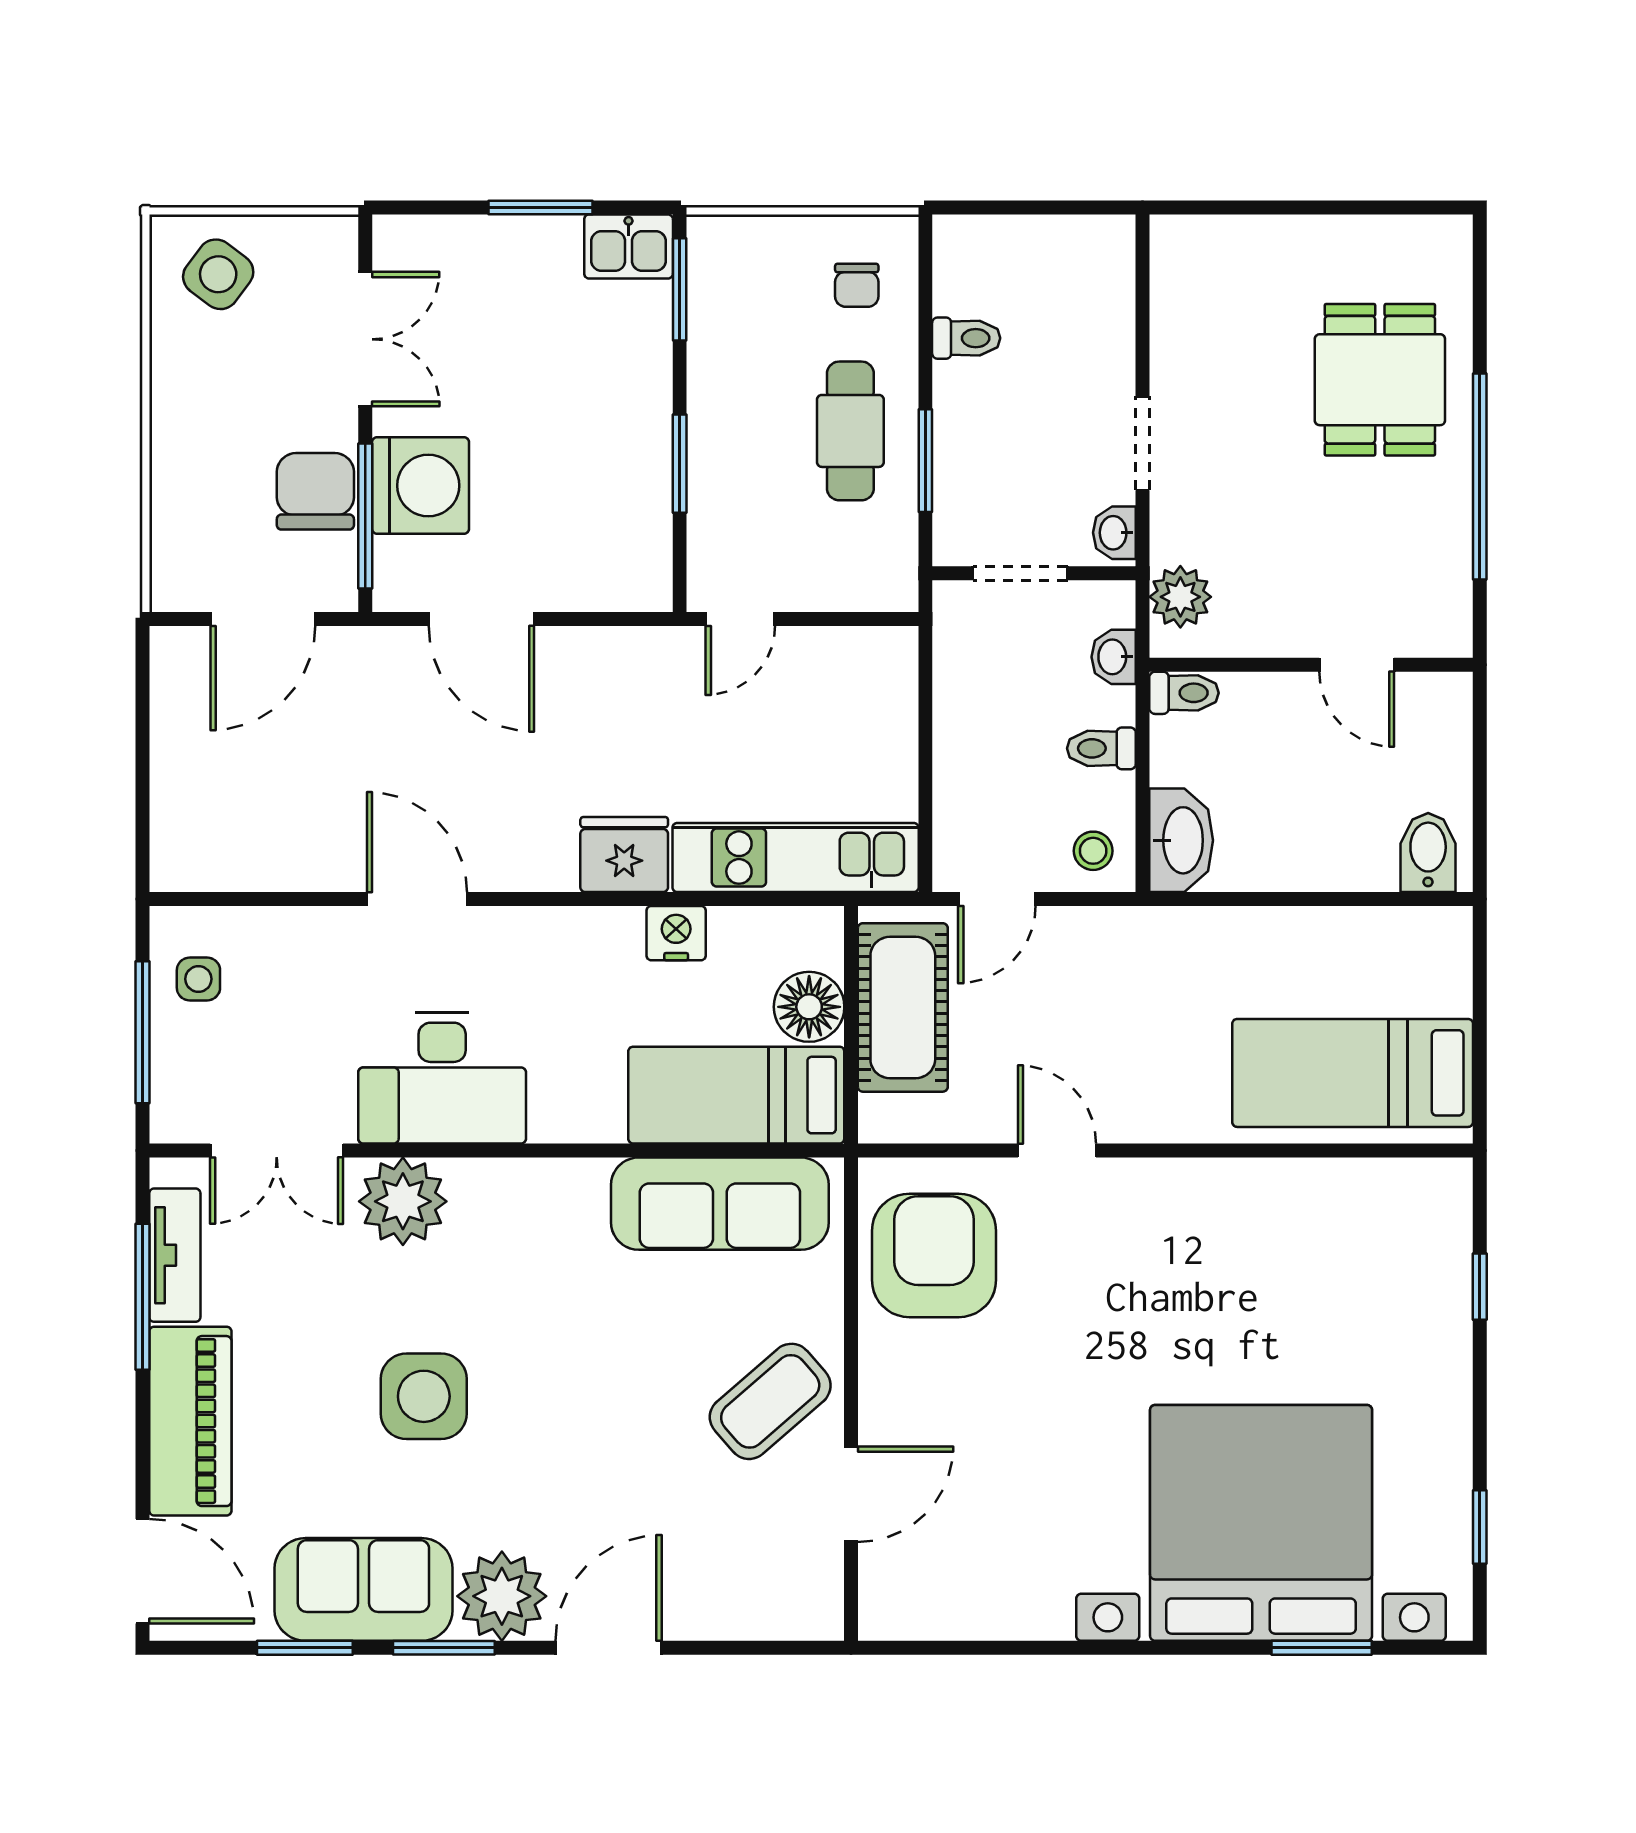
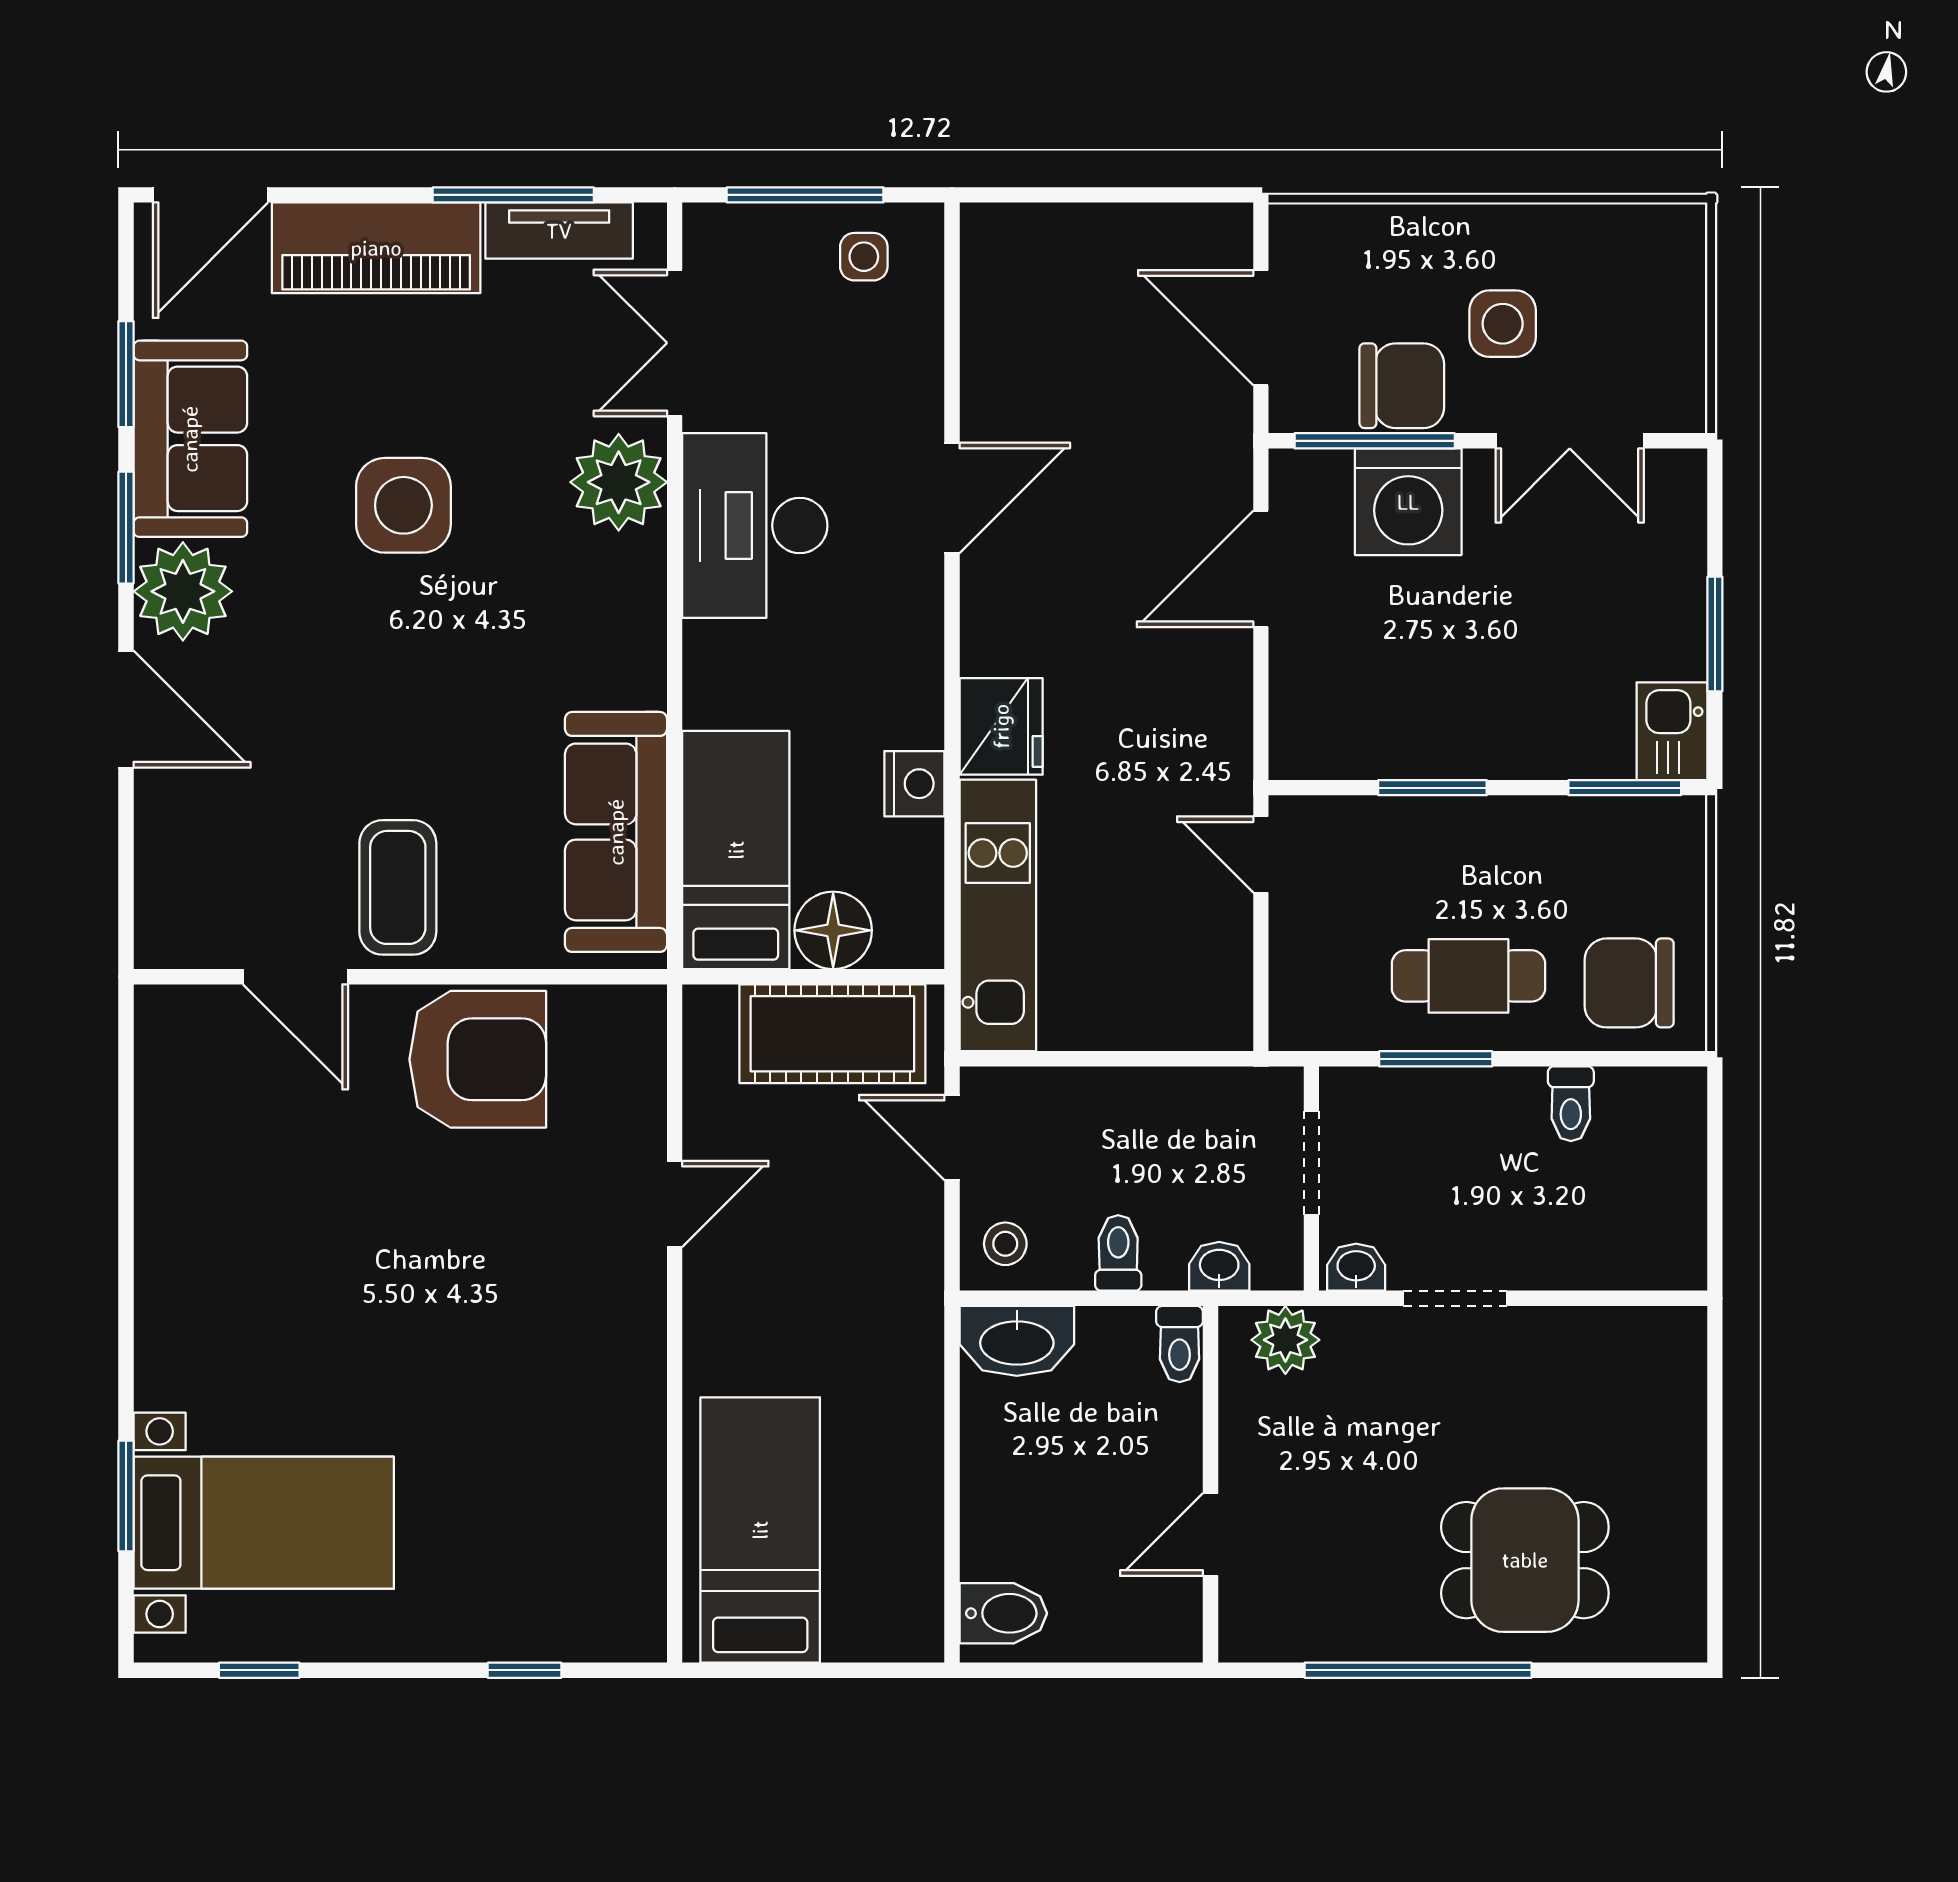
side table: (218, 274) -> (1503, 324), moved, turned -37
chair: (857, 285) -> (1629, 983), width x1.87, depth x1.87
armchair: (934, 1255) -> (478, 1059), moved
coffee table: (770, 1401) -> (398, 887), turned 41
bed with nightstands: (1261, 1523) -> (264, 1523), width x0.54

